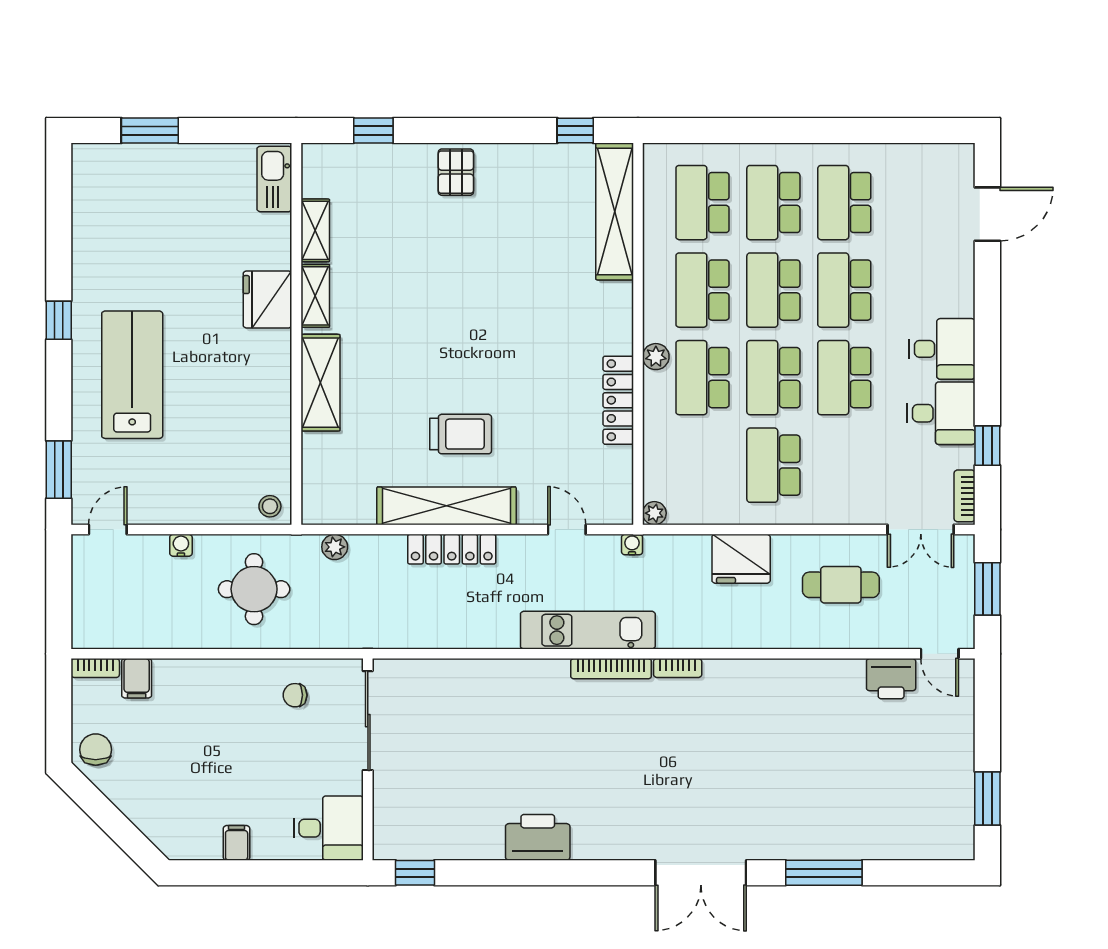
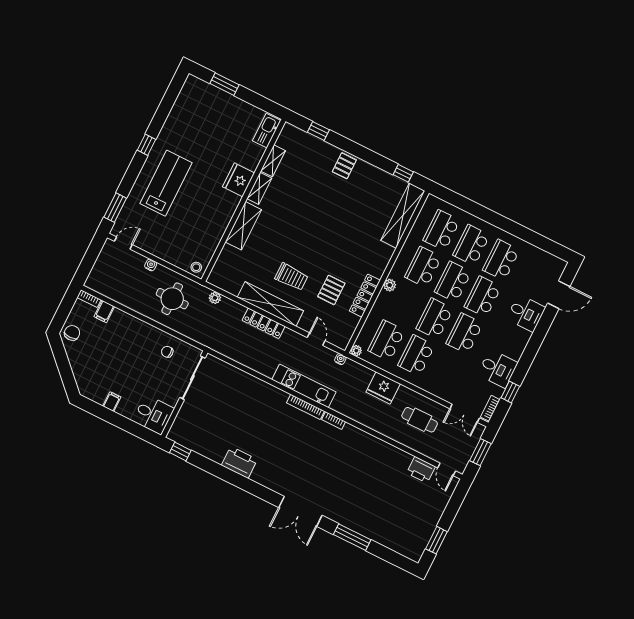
desk: (942, 349) -> (526, 313), moved
school desk: (702, 378) -> (387, 341), moved
pallet: (549, 421) -> (331, 290), added

